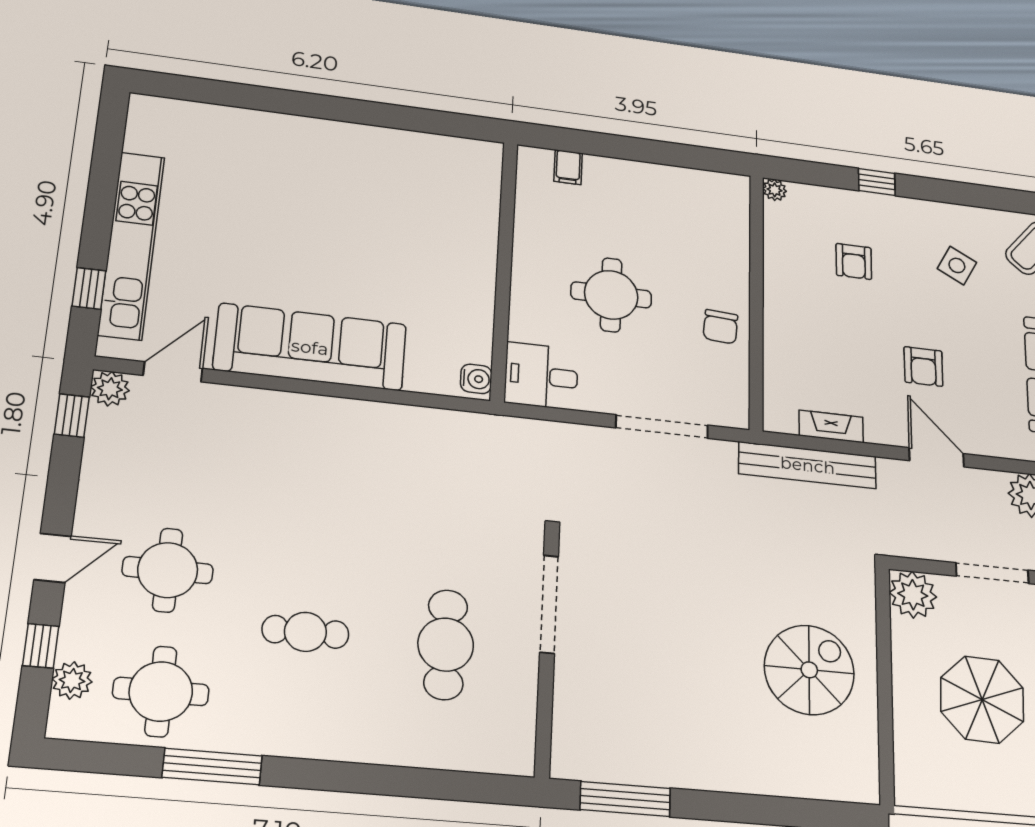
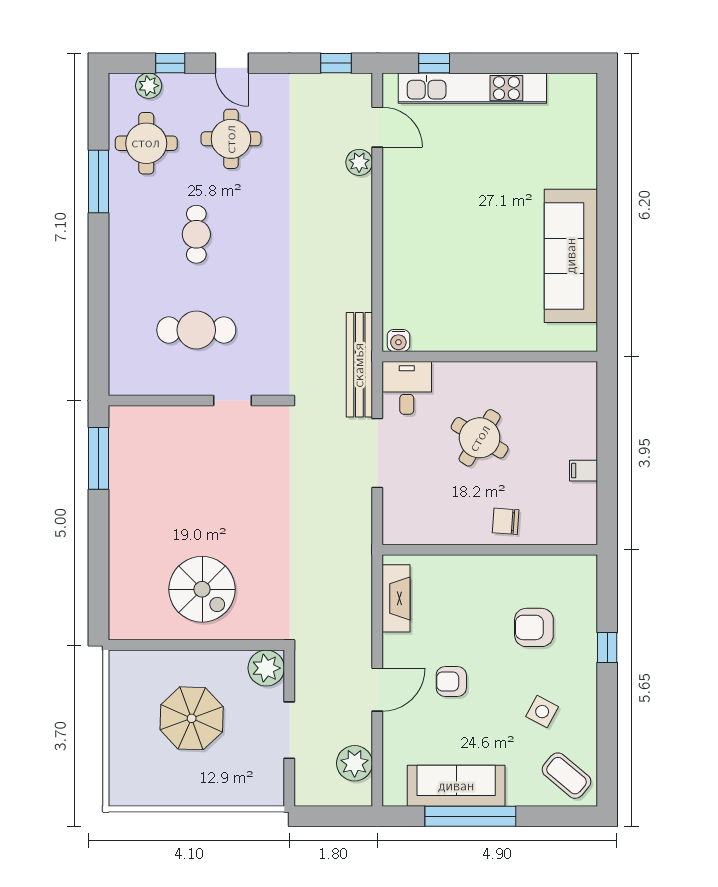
filing cabinet: (568, 167) -> (583, 471), moved
plant: (775, 190) -> (588, 564), removed
armchair: (854, 261) -> (534, 627), width x1.38, depth x1.38
round table: (611, 295) -> (480, 438), turned 31
chair: (720, 327) -> (506, 521), moved
sofa: (310, 347) -> (571, 256), moved, turned 180
plant: (110, 389) -> (359, 162), moved
fireplace: (831, 426) -> (396, 598), width x1.37, depth x1.32
doorway: (662, 427) -> (377, 453), moved
bench: (808, 465) -> (359, 365), moved
doorway: (549, 604) -> (233, 401), width x0.53

